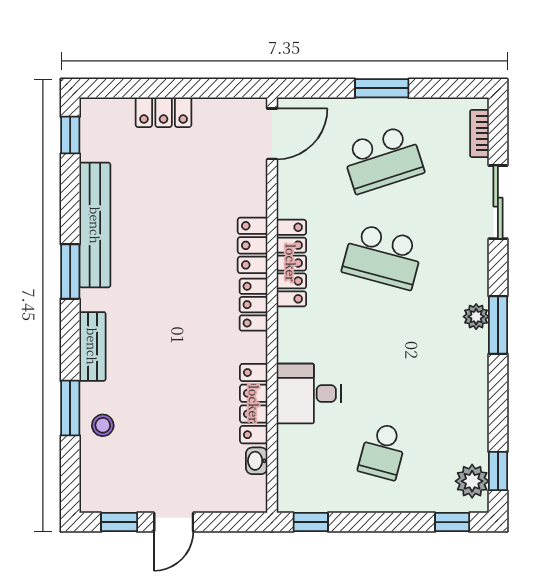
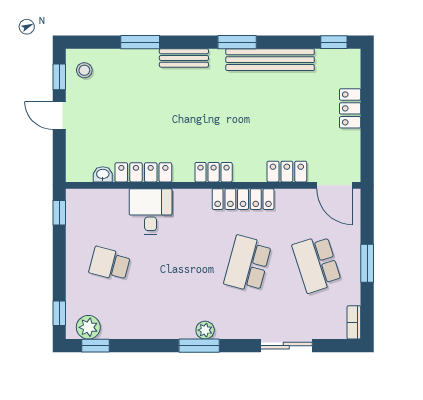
bookcase: (479, 133) -> (354, 322), moved, turned -90
locker: (253, 245) -> (287, 172), moved
stool: (103, 425) -> (84, 70), moved

